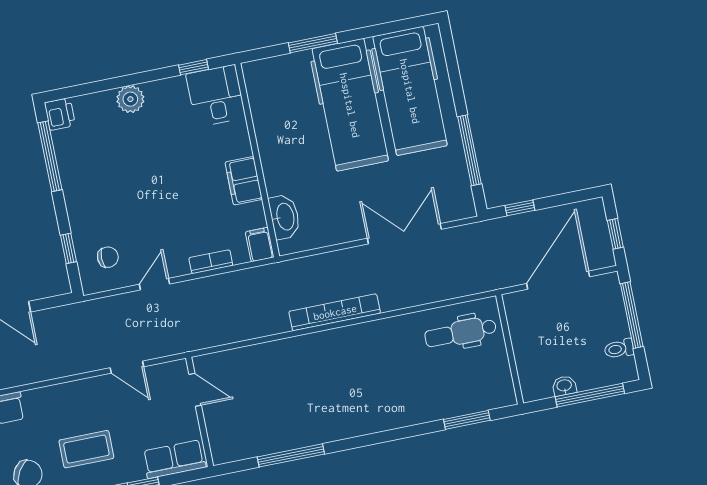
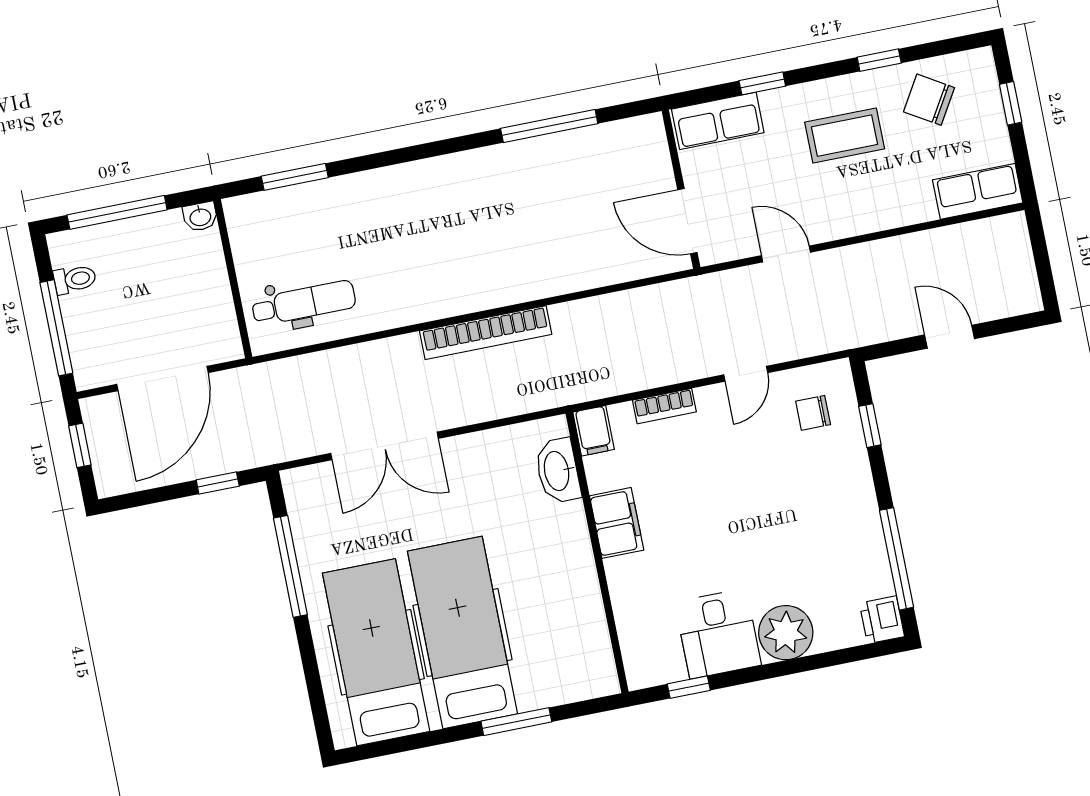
desk: (216, 96) -> (718, 634), moved
plant: (130, 99) -> (786, 633), width x1.36, depth x1.36
washbasin: (564, 386) -> (200, 217), moved
door: (195, 390) -> (687, 221), width x1.38

